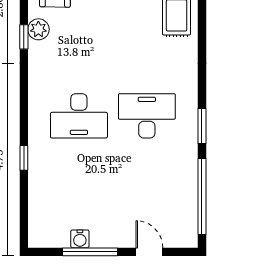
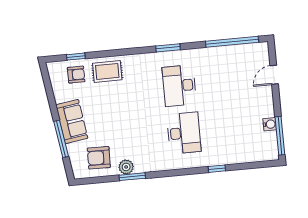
window: (24, 37) -> (132, 177), width x1.50
window: (202, 126) -> (168, 48), moved
window: (90, 252) -> (280, 136), moved

